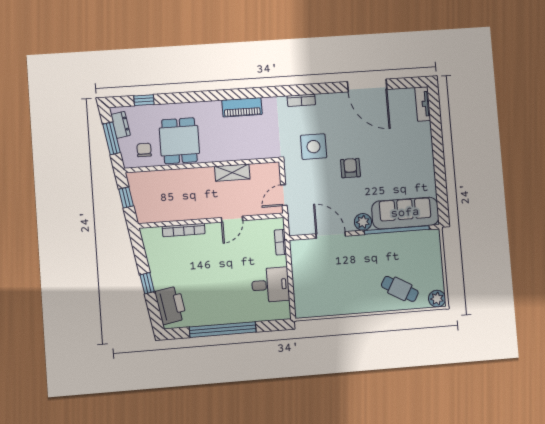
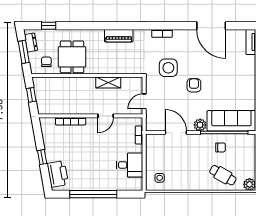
chair: (393, 251) -> (221, 147), added
side table: (313, 299) -> (160, 178), added

